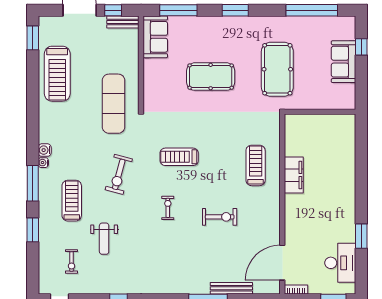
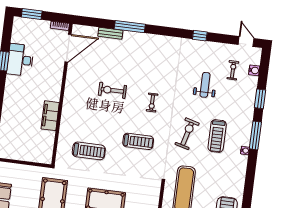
water cooler: (45, 150) -> (254, 70), moved
treadmill: (256, 165) -> (89, 151), moved, turned -90
treadmill: (72, 201) -> (217, 136), moved
desk: (340, 263) -> (20, 60), moved
bench: (231, 288) -> (110, 33), width x0.73

